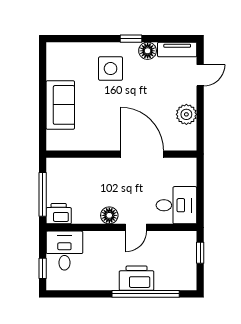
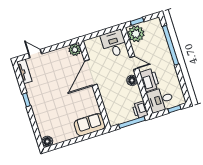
floor lamp: (148, 51) -> (47, 141), moved
side table: (111, 69) -> (47, 106), removed
sofa: (60, 105) -> (90, 125), moved
plant: (186, 114) -> (75, 50), moved
plant: (181, 245) -> (136, 34), added
printer: (137, 278) -> (149, 80), moved, turned 180

